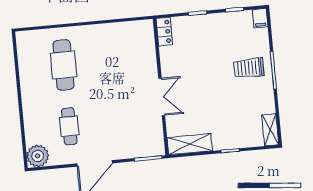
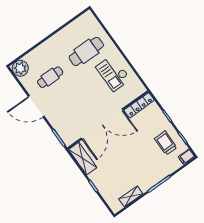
locker: (164, 32) -> (139, 105), width x1.53
checkout: (108, 48) -> (113, 73), added
trolley: (249, 68) -> (166, 143), moved
double door: (162, 97) -> (102, 124), width x1.87
shelving: (270, 130) -> (131, 196), moved

